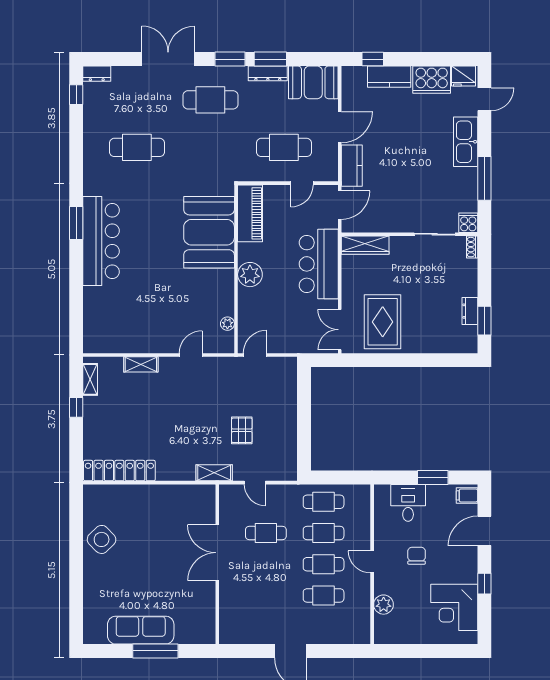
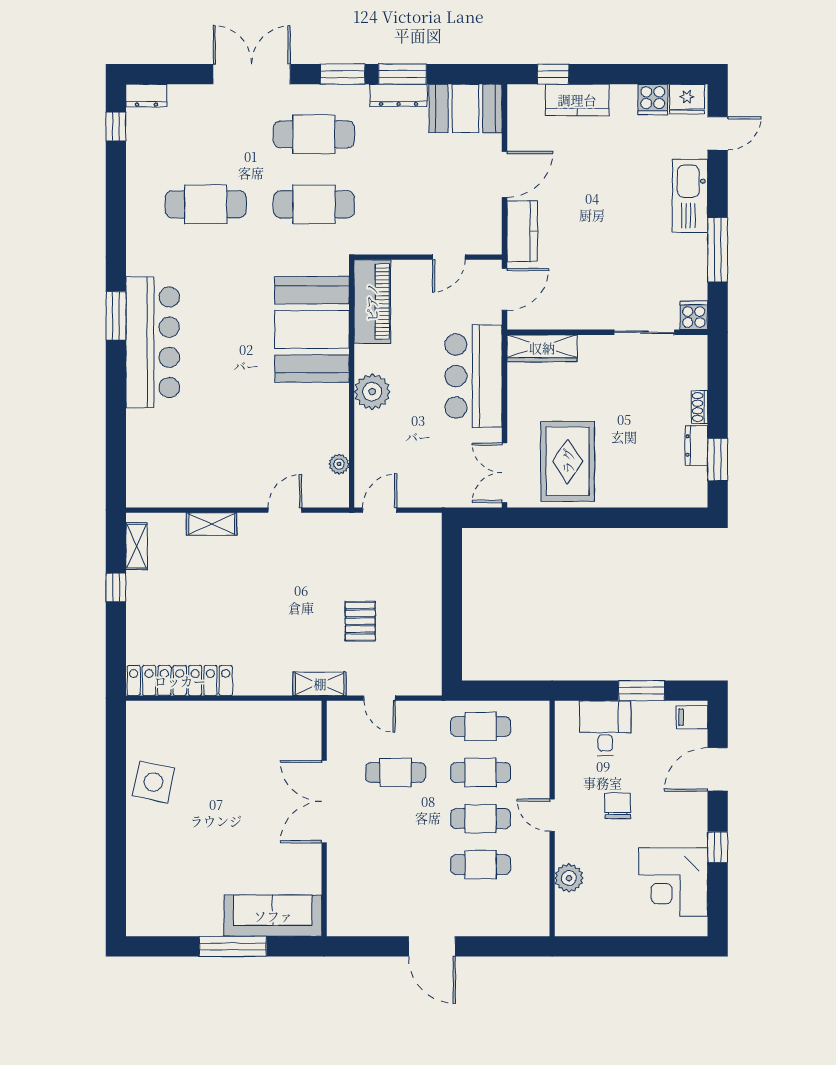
cooker: (432, 80) -> (653, 100), width x0.53, depth x0.76
cafe table: (284, 147) -> (314, 204), moved
shoe rack: (472, 247) -> (700, 407), moved
side table: (102, 539) -> (153, 782), turned -34
sofa: (141, 630) -> (273, 916), moved

